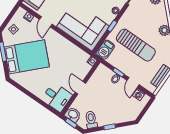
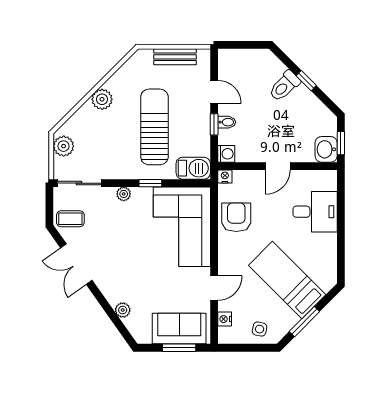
armchair: (70, 54) -> (236, 217), added
bed: (27, 57) -> (287, 280), width x0.67
door: (133, 82) -> (214, 92), hinge flipped
washing machine: (139, 94) -> (226, 154), moved
desk: (57, 97) -> (315, 212), moved, turned 90
toilet: (91, 120) -> (284, 86), moved

